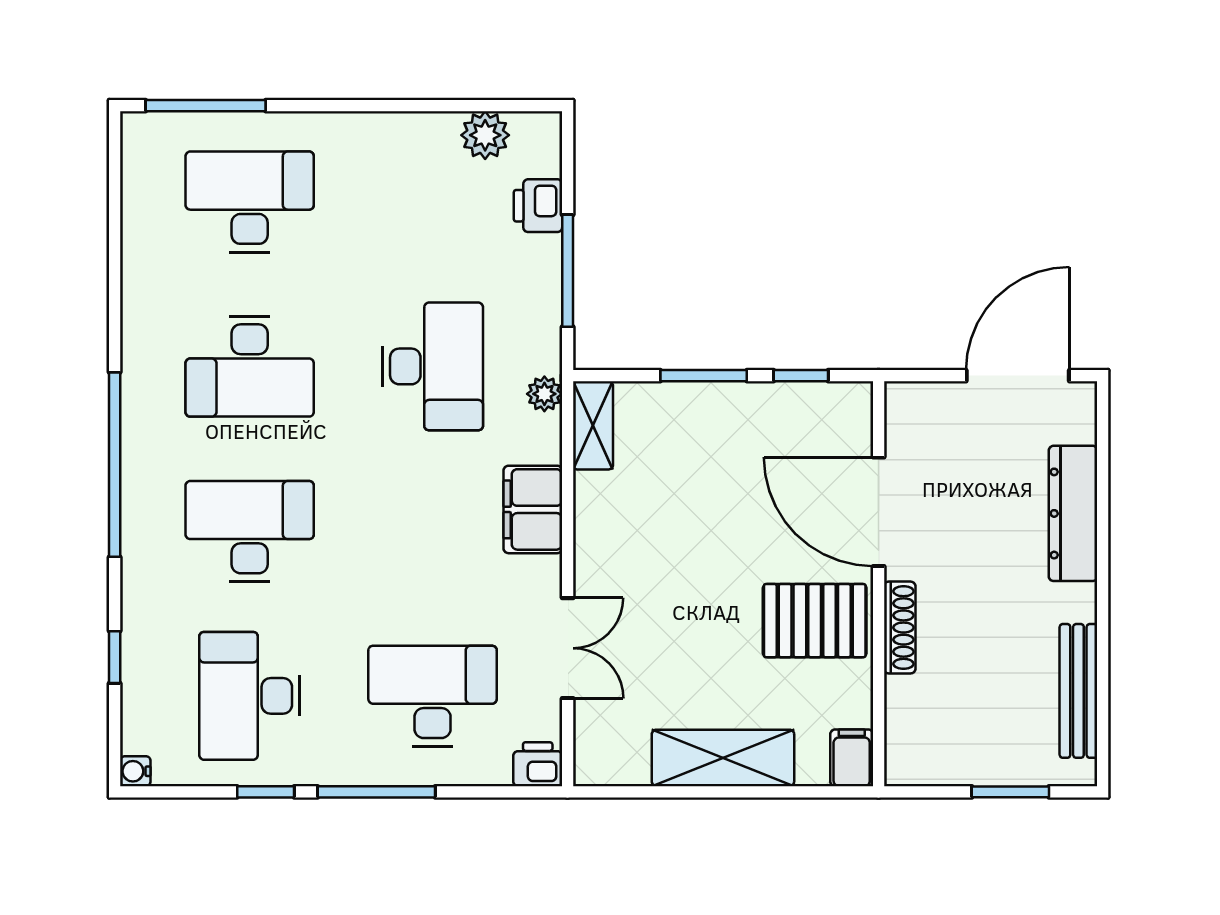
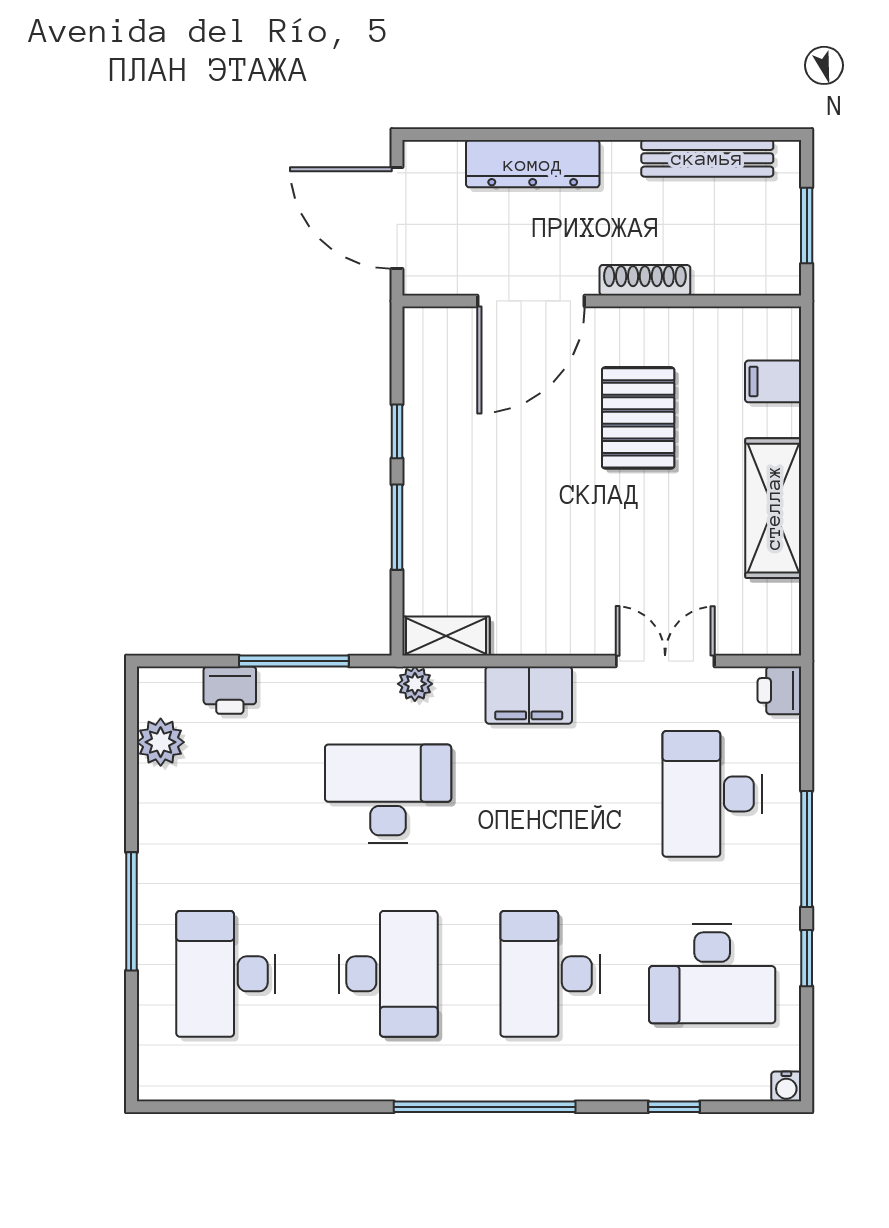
window: (206, 106) -> (131, 911), moved
door: (879, 512) -> (531, 301), moved
wall: (879, 584) -> (602, 301), moved
shoe rack: (900, 628) -> (645, 280), moved

